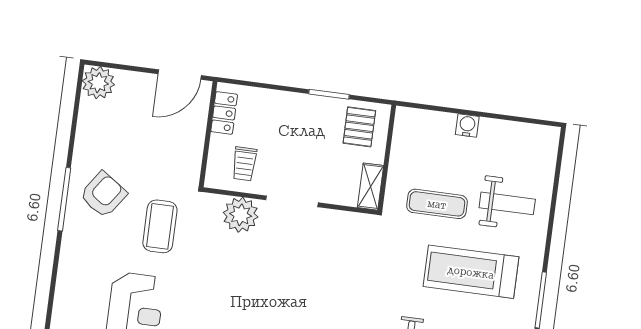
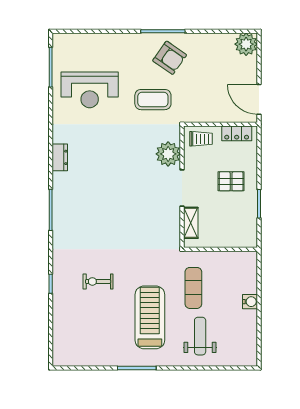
pallet: (359, 127) -> (231, 181), moved
trolley: (244, 164) -> (201, 139), moved, turned 180
shelving: (370, 187) -> (191, 223), moved, turned 90
weight bench: (507, 203) -> (200, 336), turned 180

